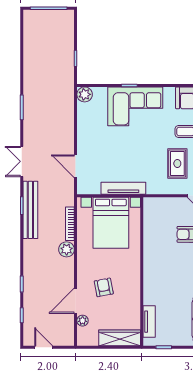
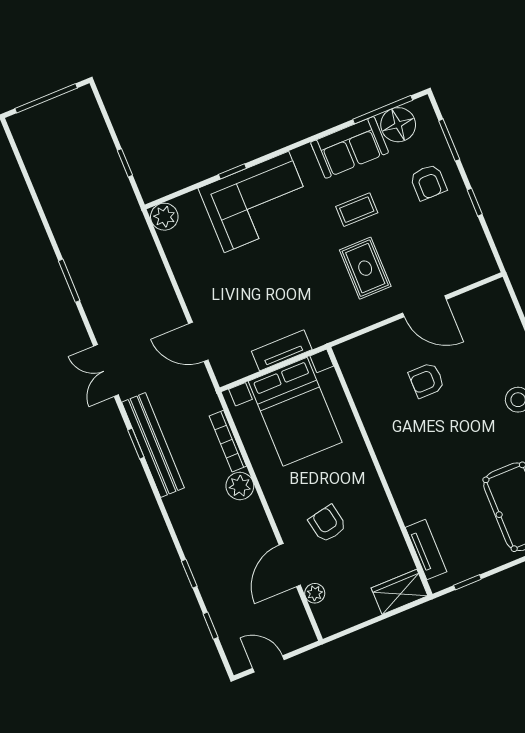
tv unit: (123, 188) -> (282, 350), width x0.71
wardrobe: (120, 338) -> (400, 592), width x0.67

